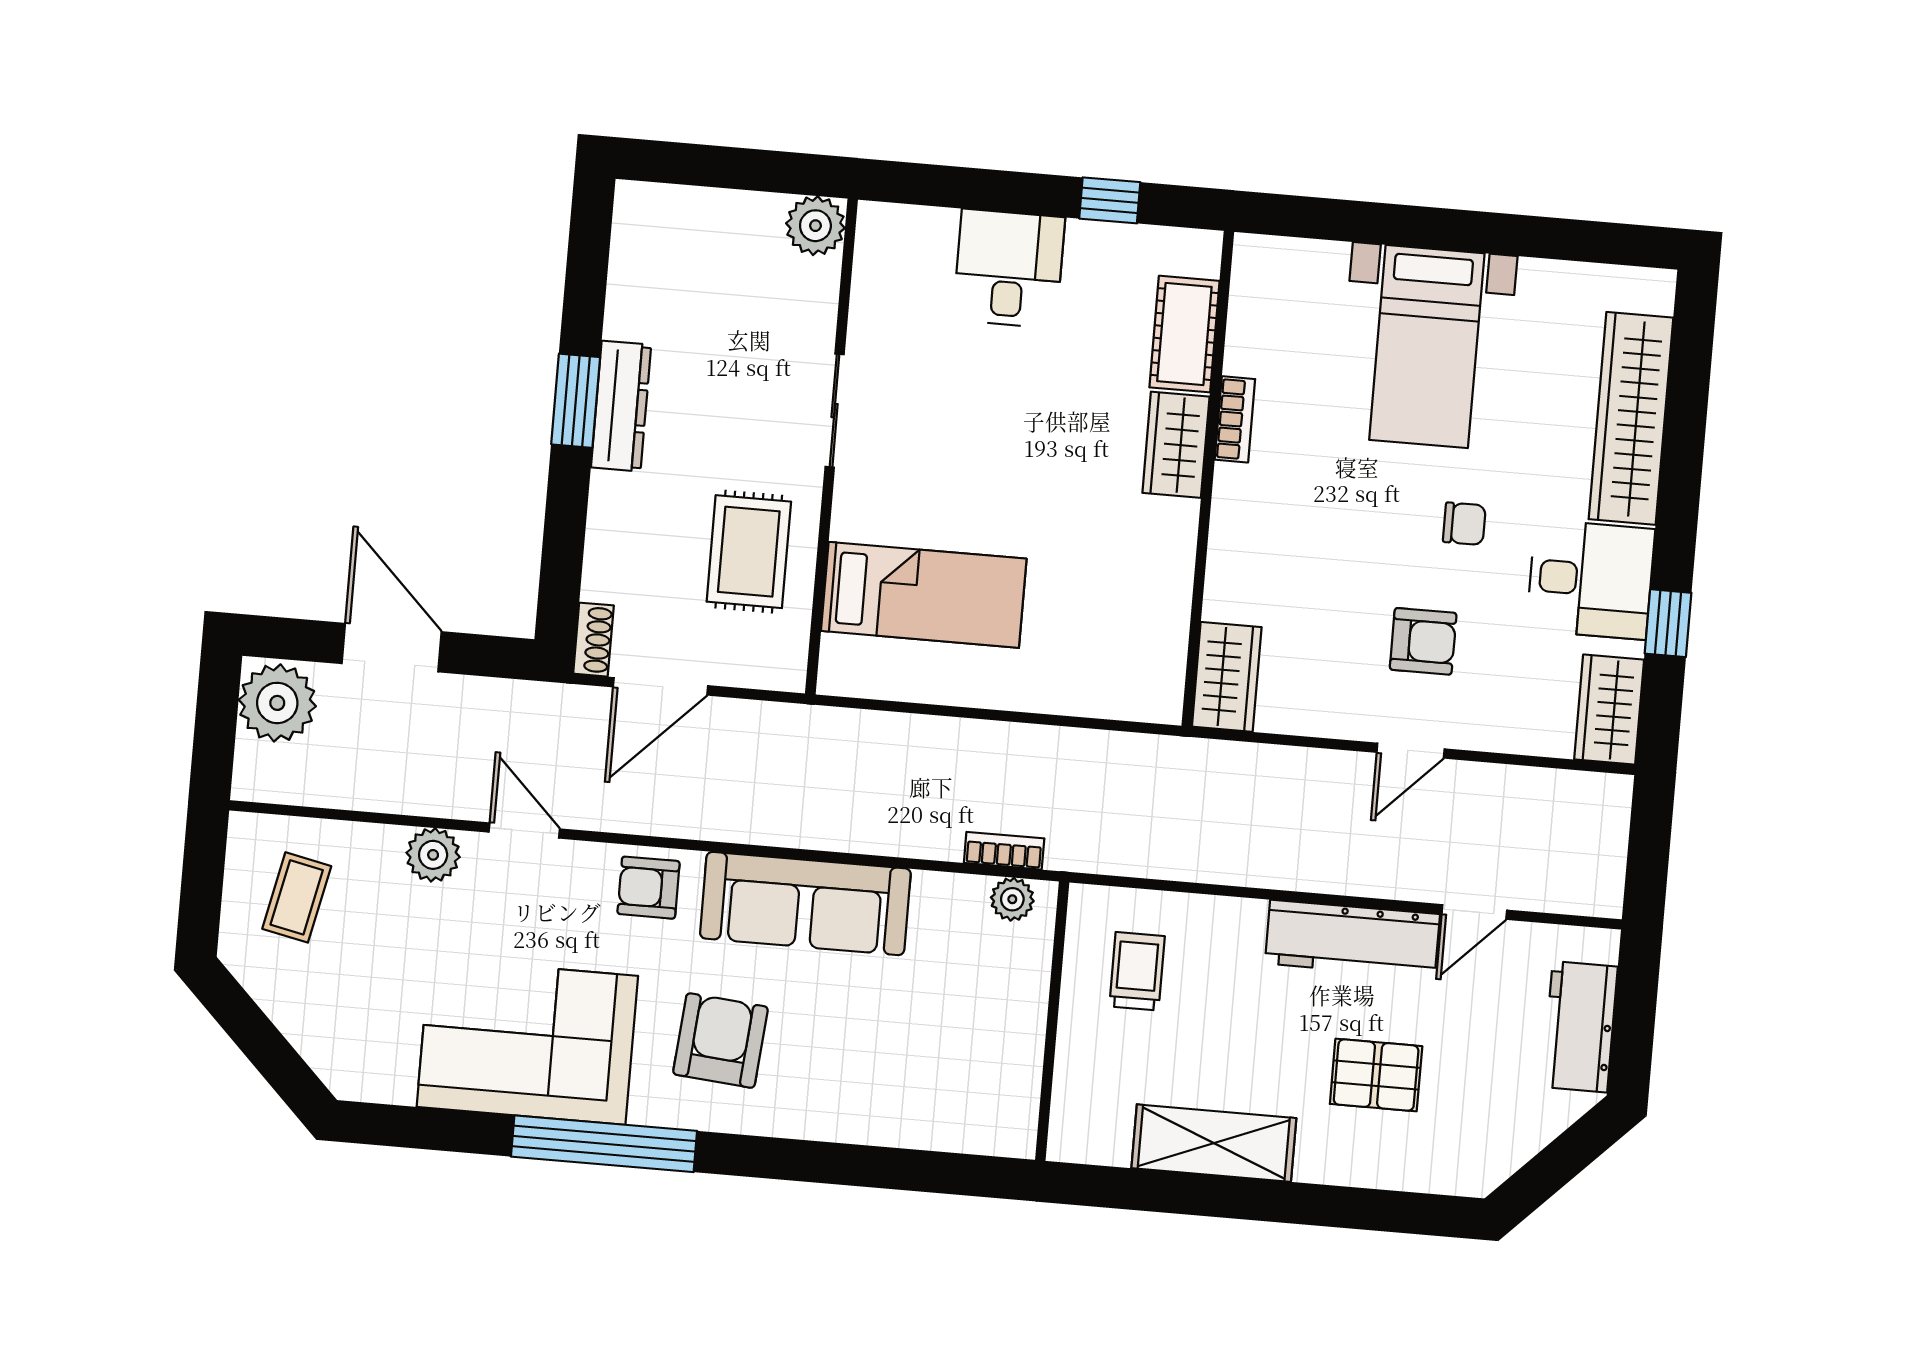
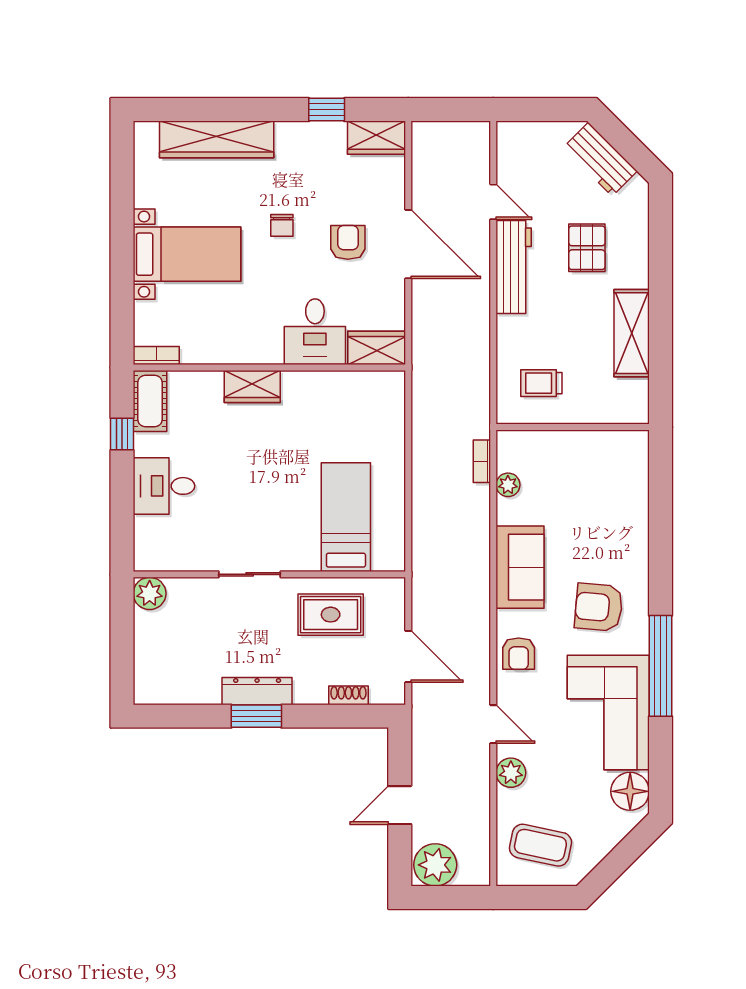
cot: (1184, 334) -> (150, 401), moved, turned 90
bookcase: (1235, 419) -> (156, 355), moved
chair: (1464, 524) -> (282, 225), turned 180
desk: (1591, 580) -> (315, 332), moved, turned 180
shoe rack: (593, 640) -> (348, 695), moved
door: (392, 648) -> (400, 805), width x0.73
door: (1411, 751) -> (408, 244), width x1.88
door: (524, 830) -> (493, 724), swing flipped
coffee table: (297, 897) -> (540, 845), width x1.36, depth x1.30
plant: (1012, 899) -> (508, 485), moved
sofa: (805, 903) -> (520, 567), width x0.73
workbench: (1580, 1027) -> (600, 159), moved, turned 45
floor lamp: (381, 1069) -> (630, 791), added

